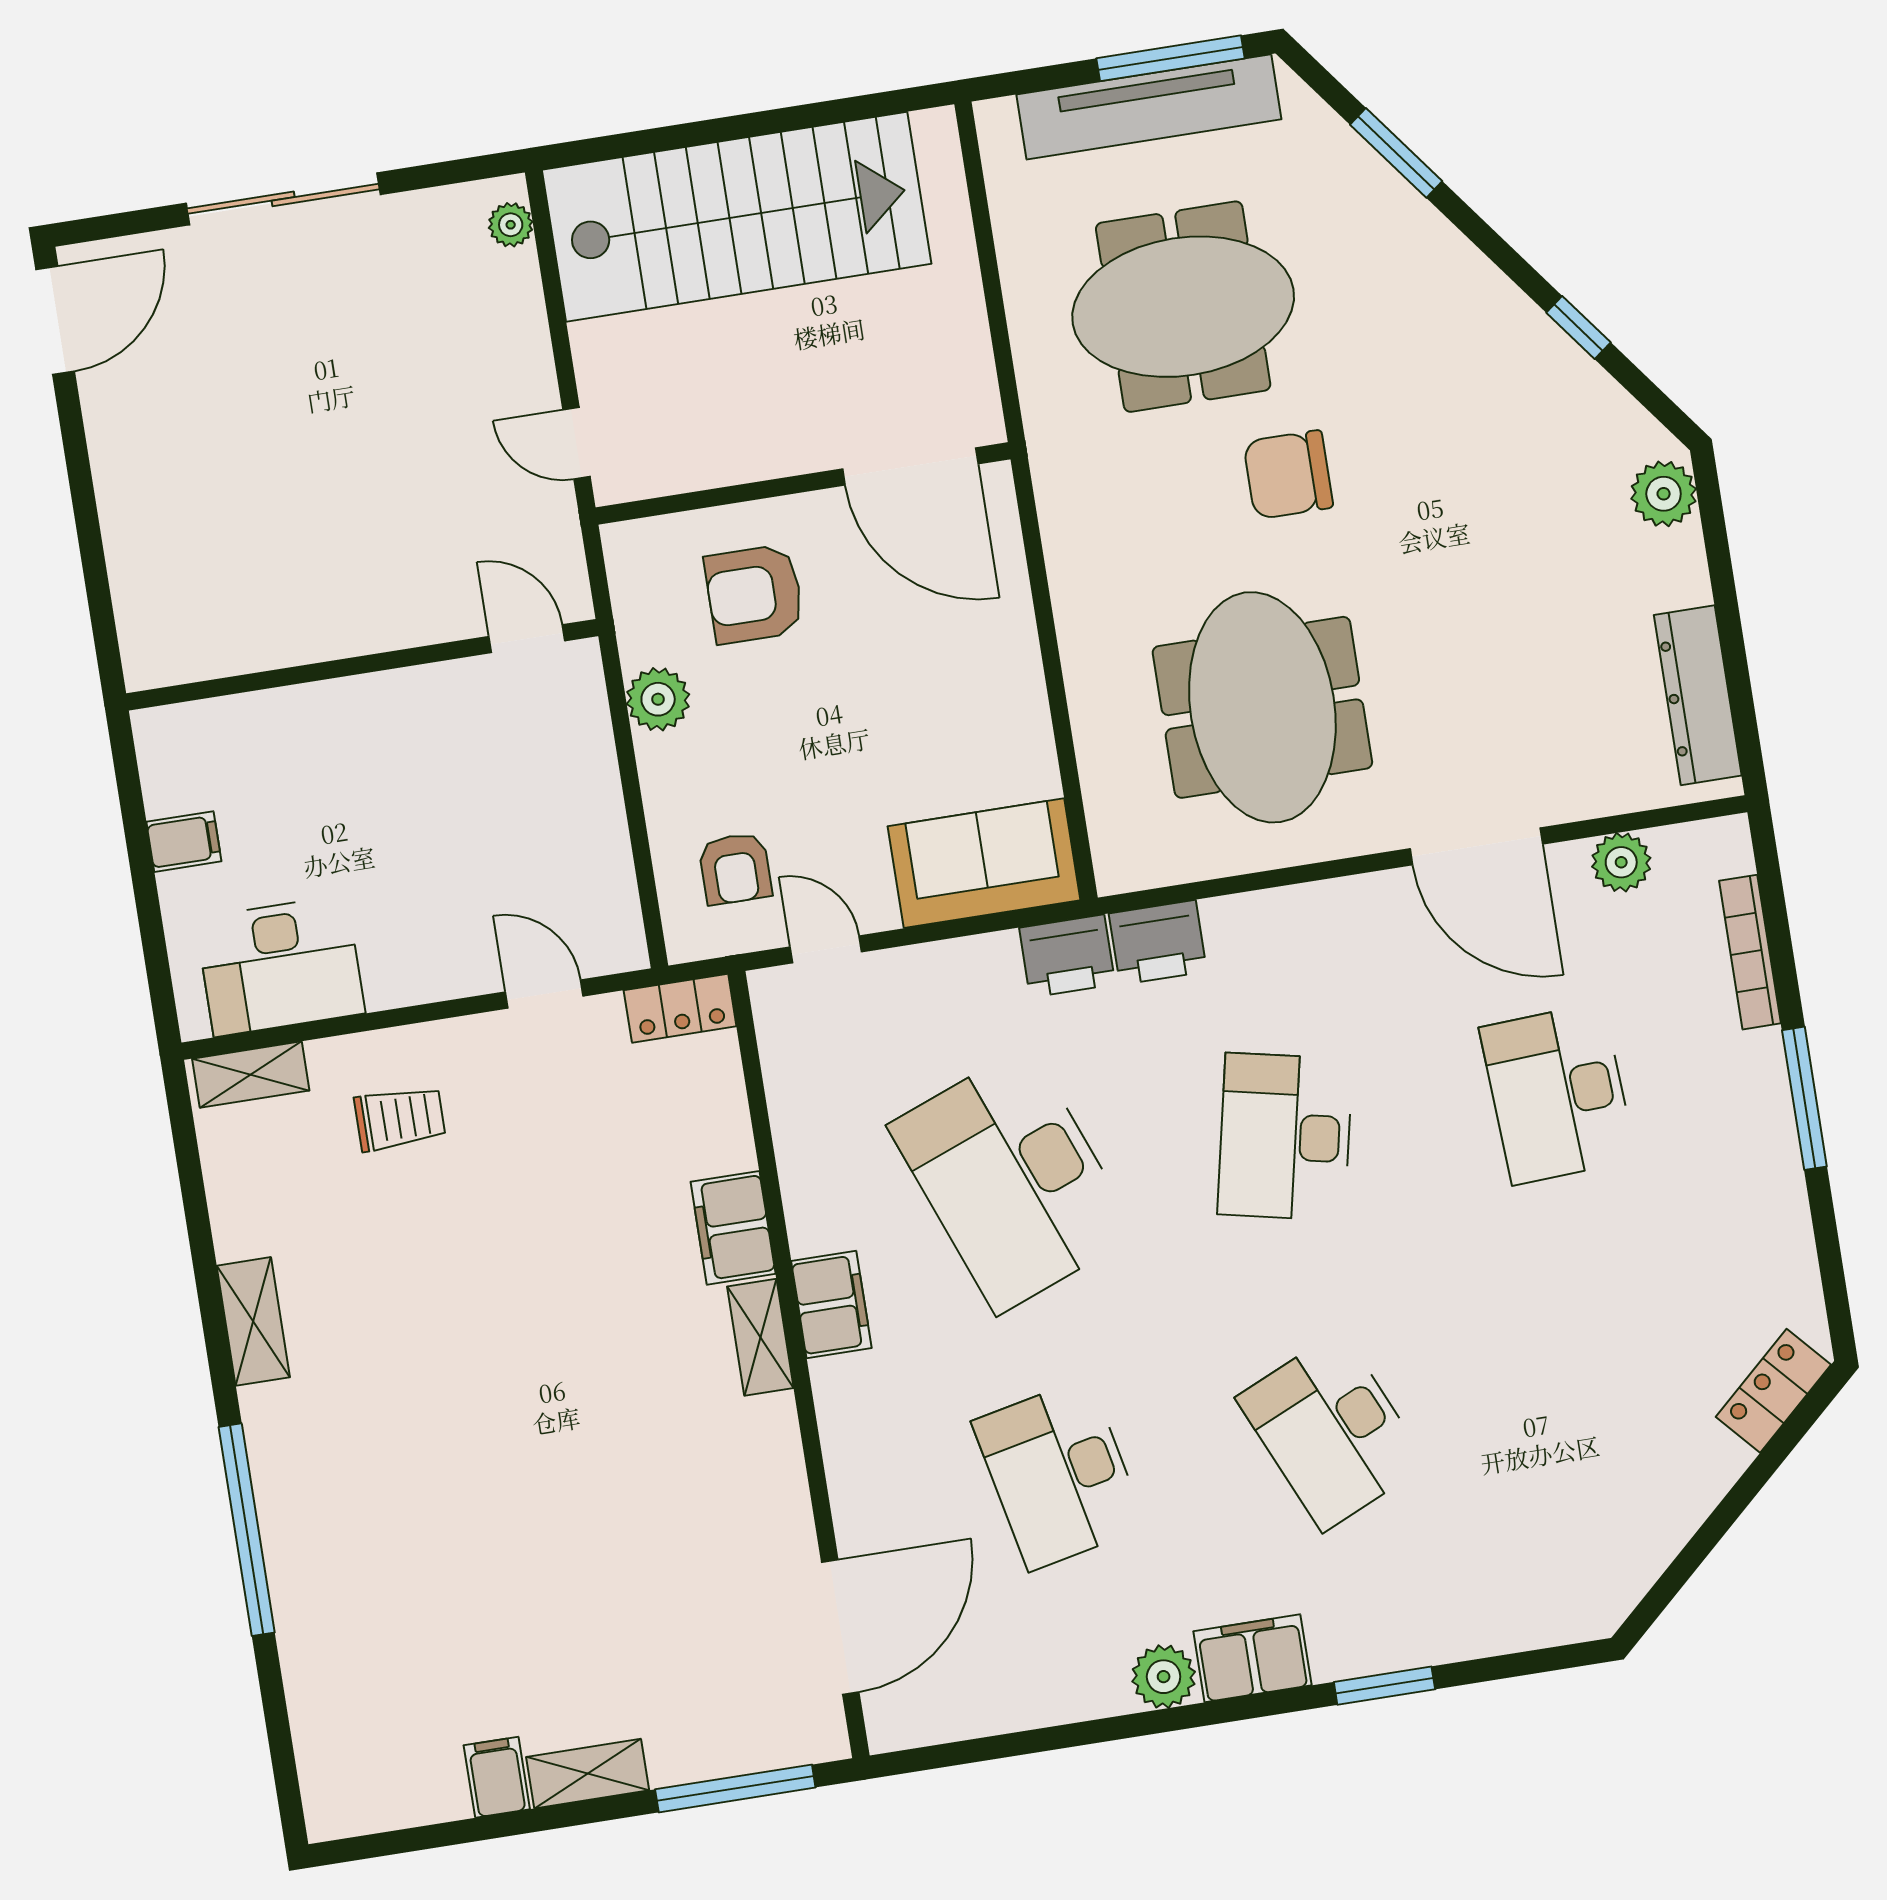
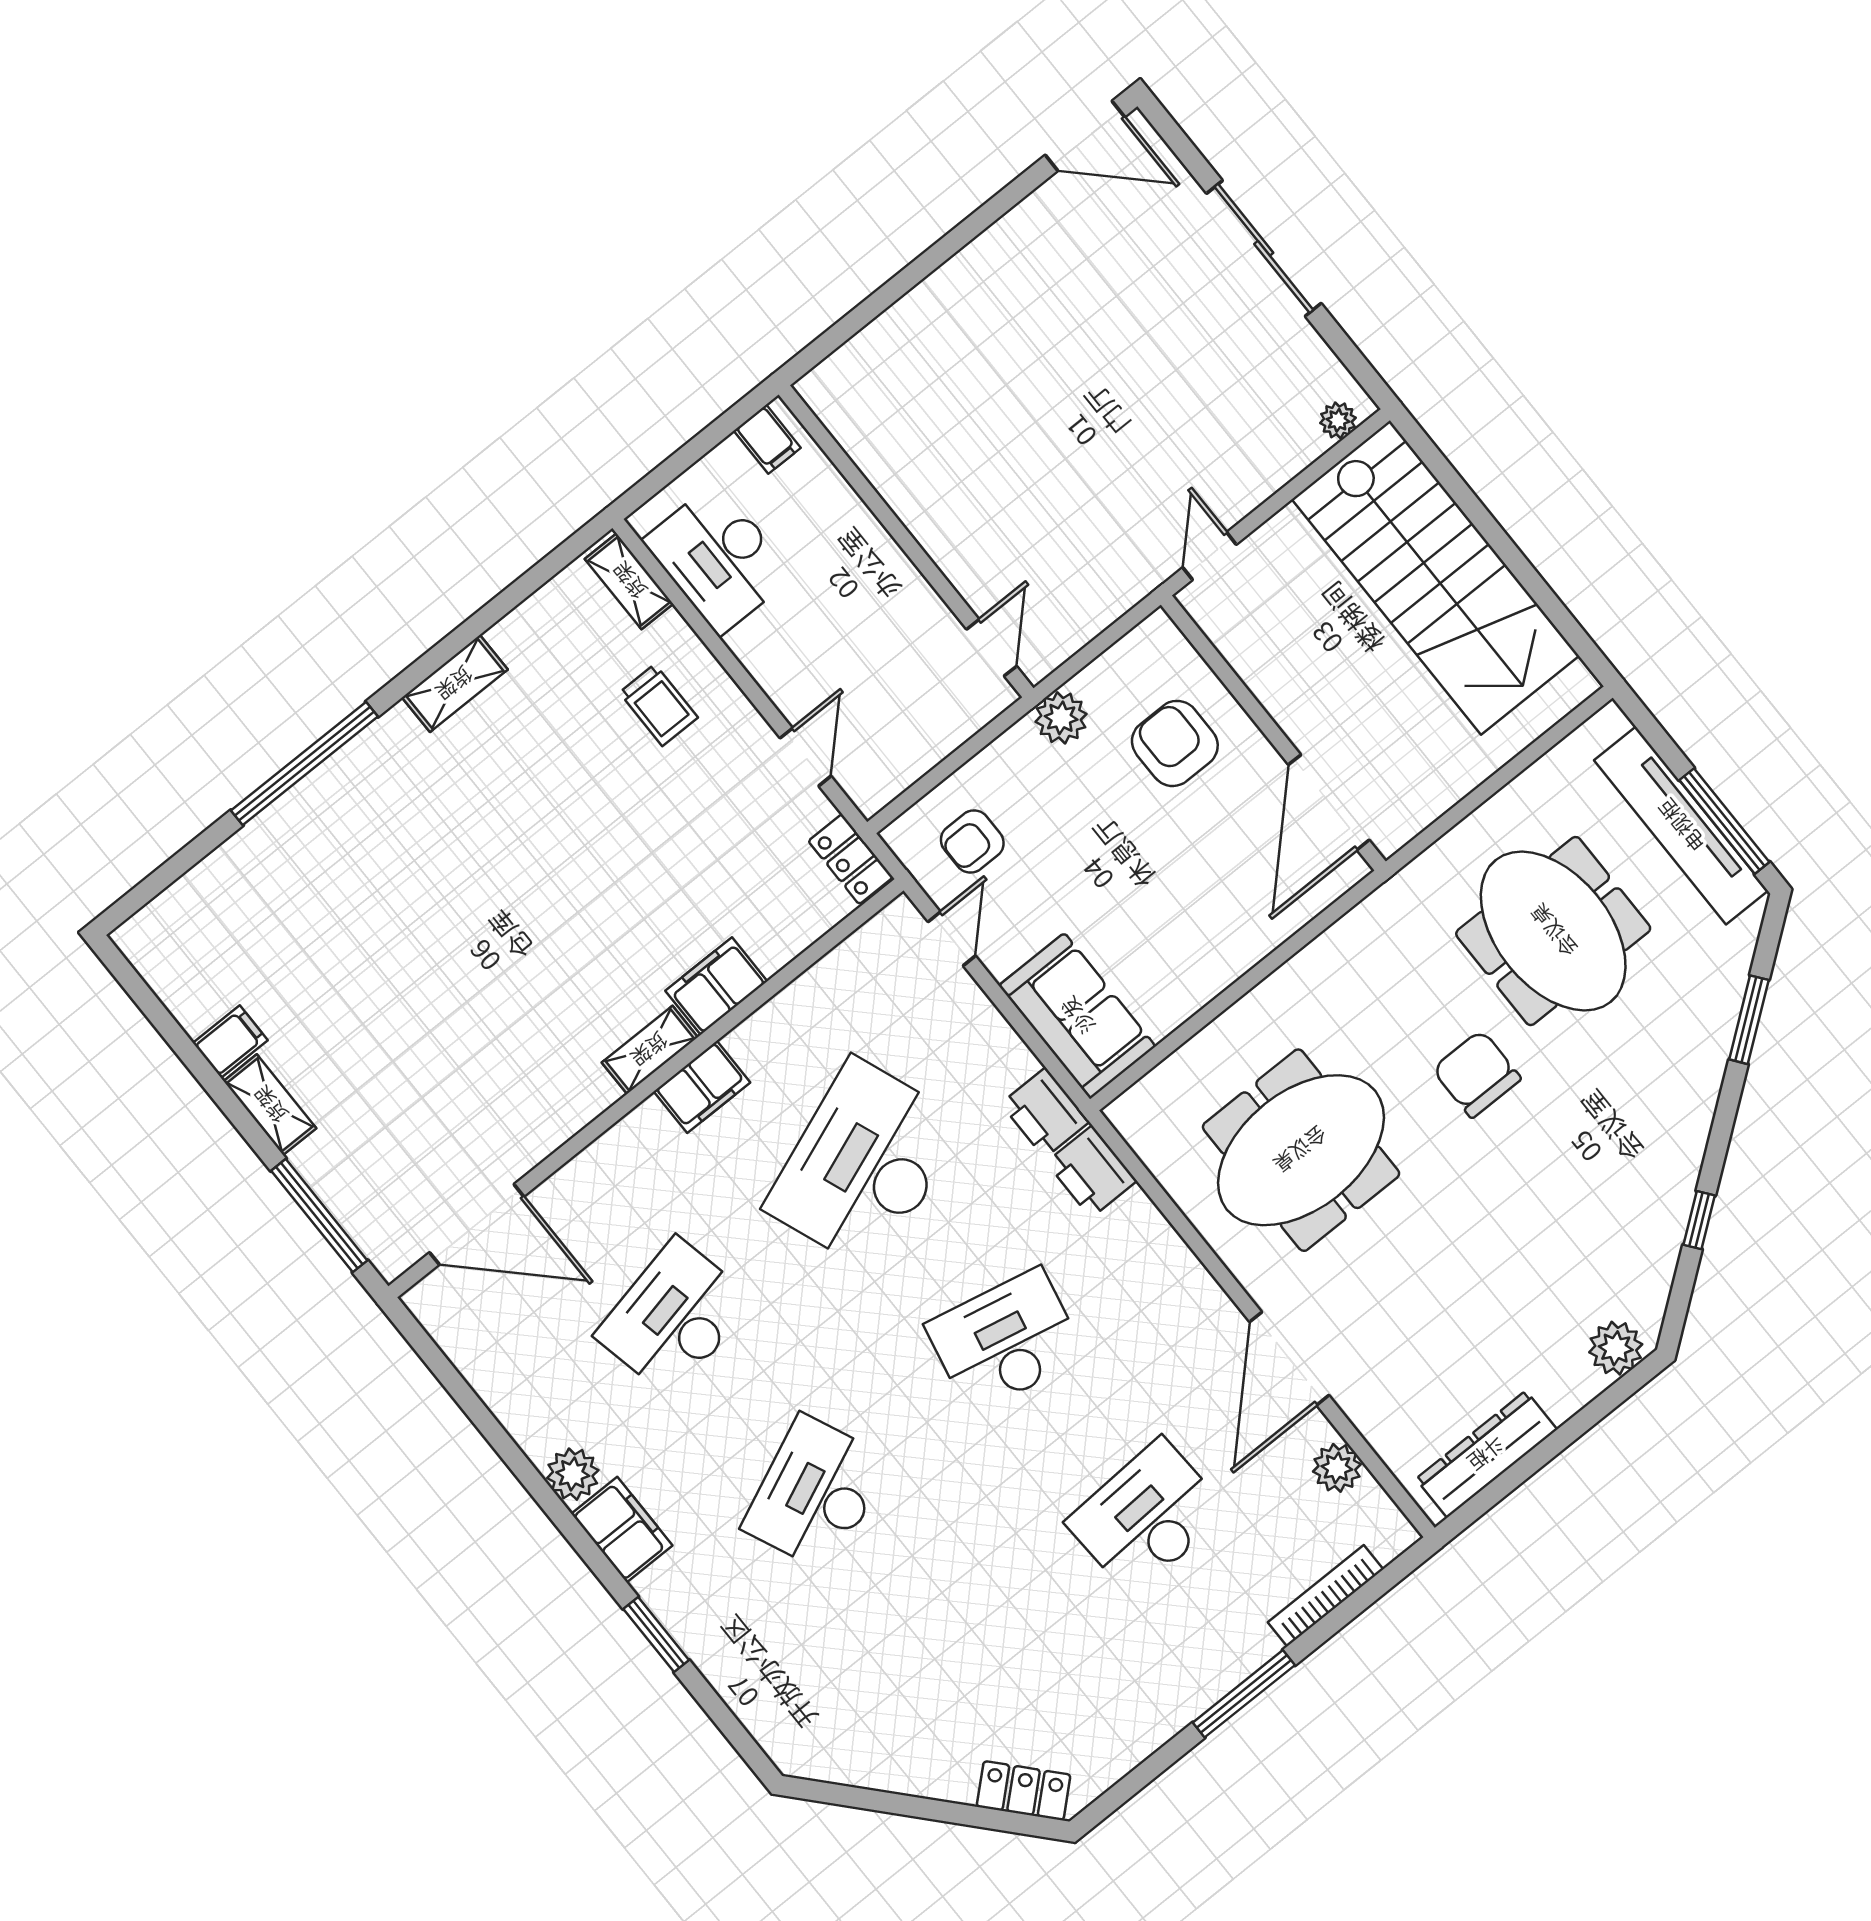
door: (527, 639) -> (992, 648), moved
wall: (362, 665) -> (906, 541), moved

